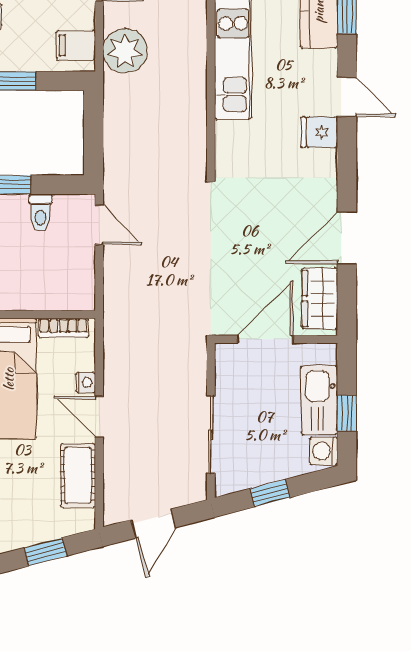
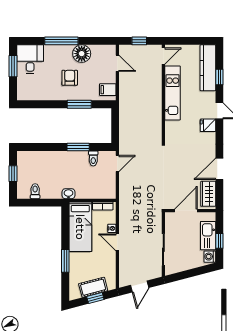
plant: (125, 51) -> (128, 92), removed
door: (99, 225) -> (117, 163), hinge flipped
cot: (78, 475) -> (93, 287), moved, turned 75
window: (270, 493) -> (188, 274), removed

